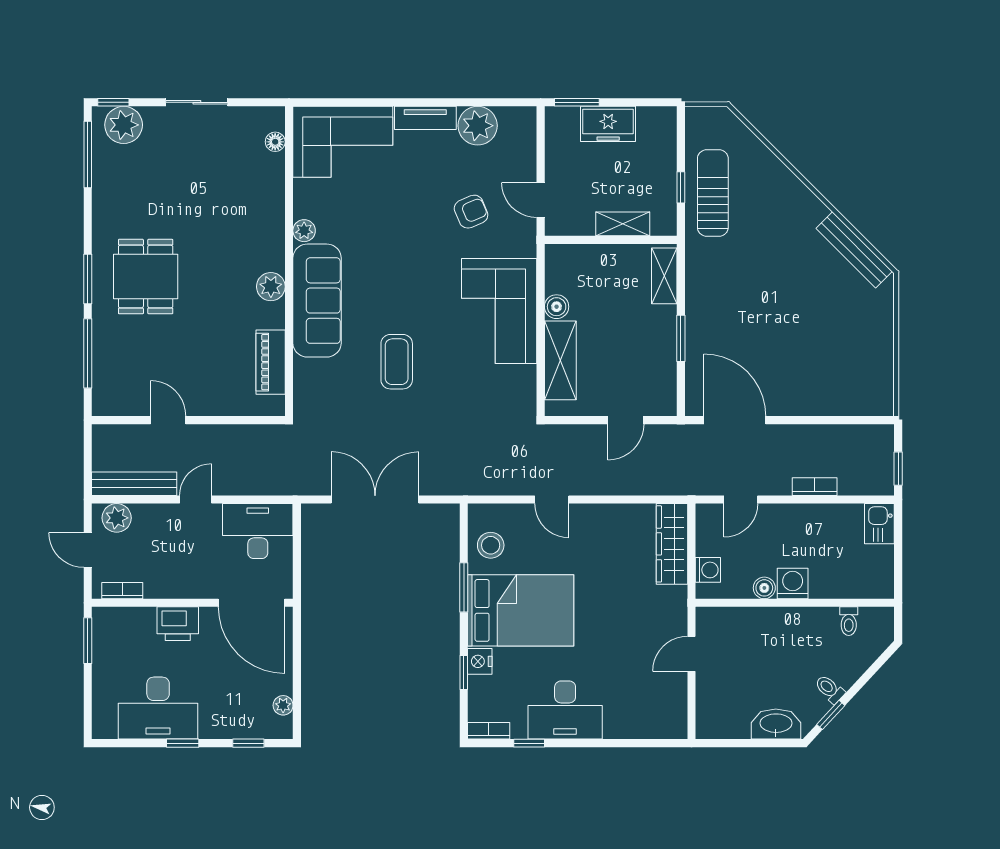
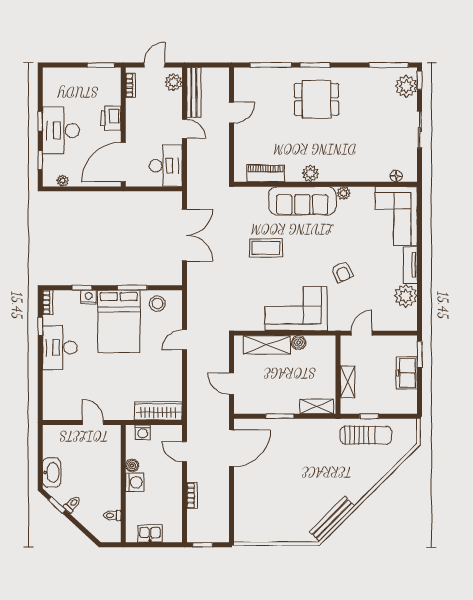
armchair: (471, 212) -> (342, 272), moved
kitchen sink: (879, 524) -> (150, 534), moved
desk: (158, 708) -> (61, 131), moved

